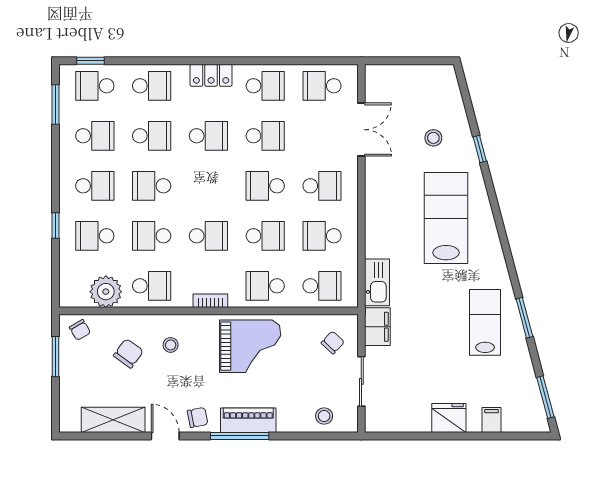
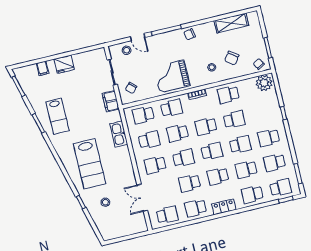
school desk: (95, 236) -> (212, 151), moved
kitchen sink: (377, 282) -> (119, 134), moved
plant: (106, 292) -> (264, 83), moved
piano: (248, 420) -> (164, 39), removed
door: (165, 436) -> (138, 37), moved

